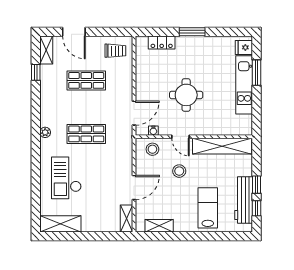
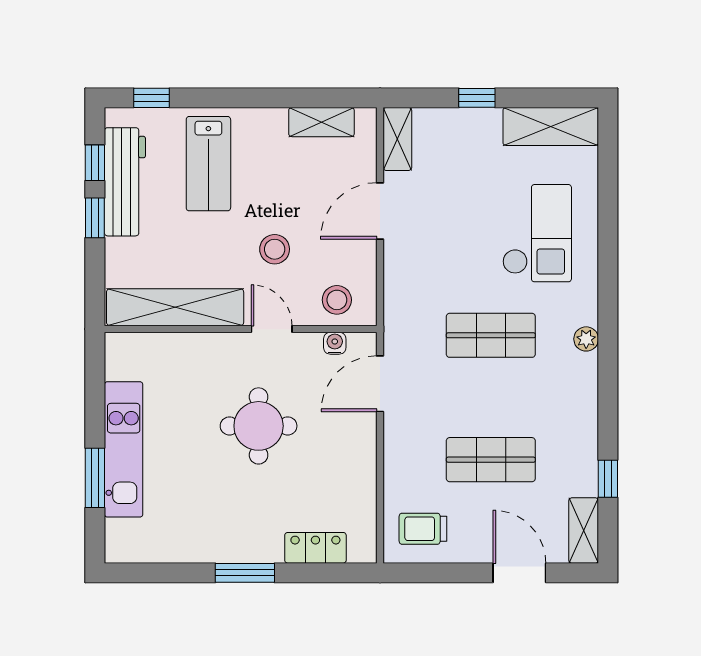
fridge: (244, 47) -> (124, 536), removed
window: (92, 236) -> (477, 98), added
window: (232, 236) -> (151, 98), added

